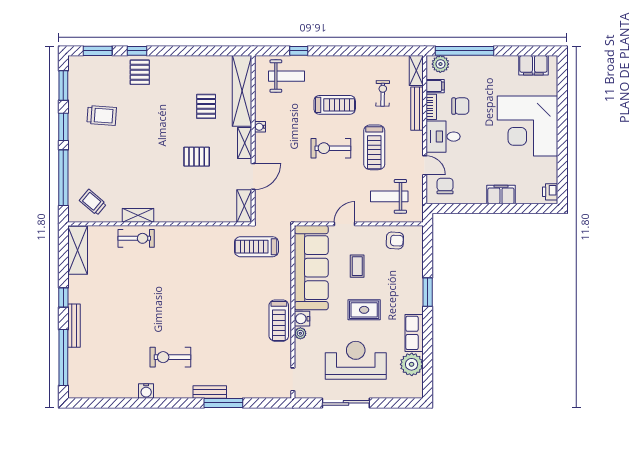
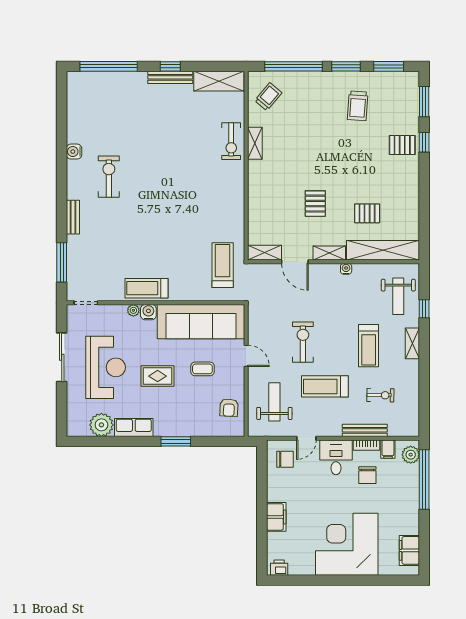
shelving: (416, 71) -> (412, 343), moved, turned 90
exercise bike: (331, 148) -> (303, 342), moved
rug: (364, 310) -> (158, 376), turned 90
bench: (74, 326) -> (170, 77), moved
window: (223, 403) -> (62, 262), moved

